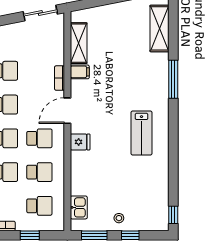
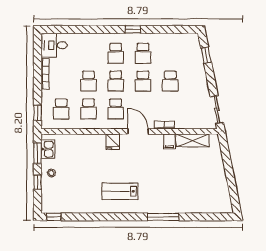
shelving: (159, 28) -> (204, 206), removed
kitchen sink: (79, 207) -> (48, 149), moved, turned -90
window: (30, 235) -> (37, 113), moved

